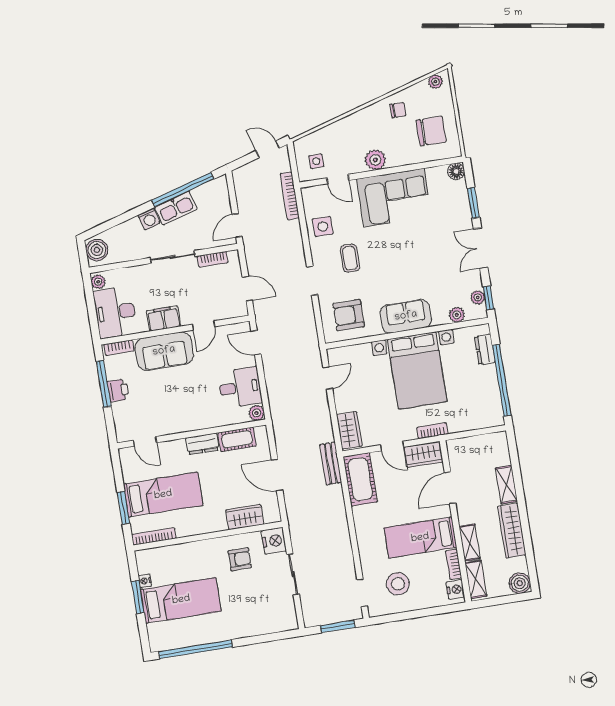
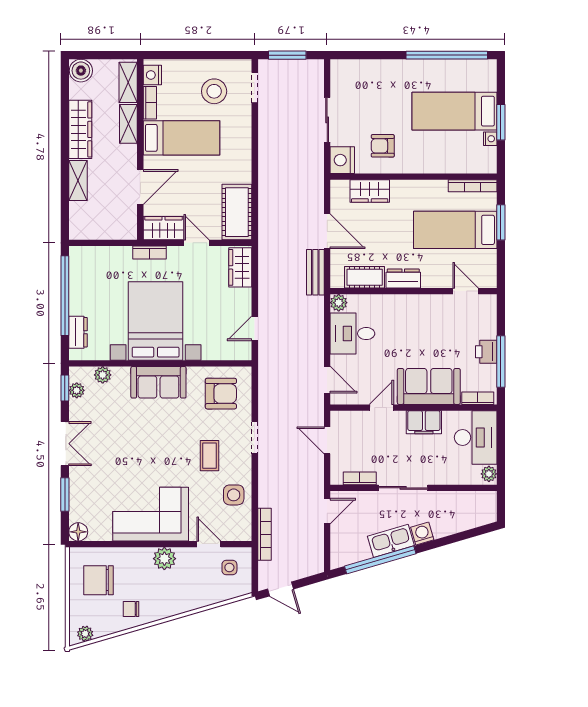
boiler: (97, 250) -> (485, 509), removed
bench: (331, 463) -> (315, 272), moved

